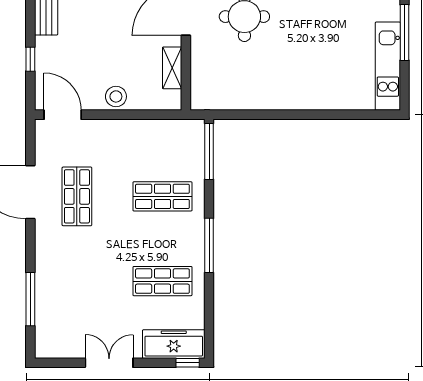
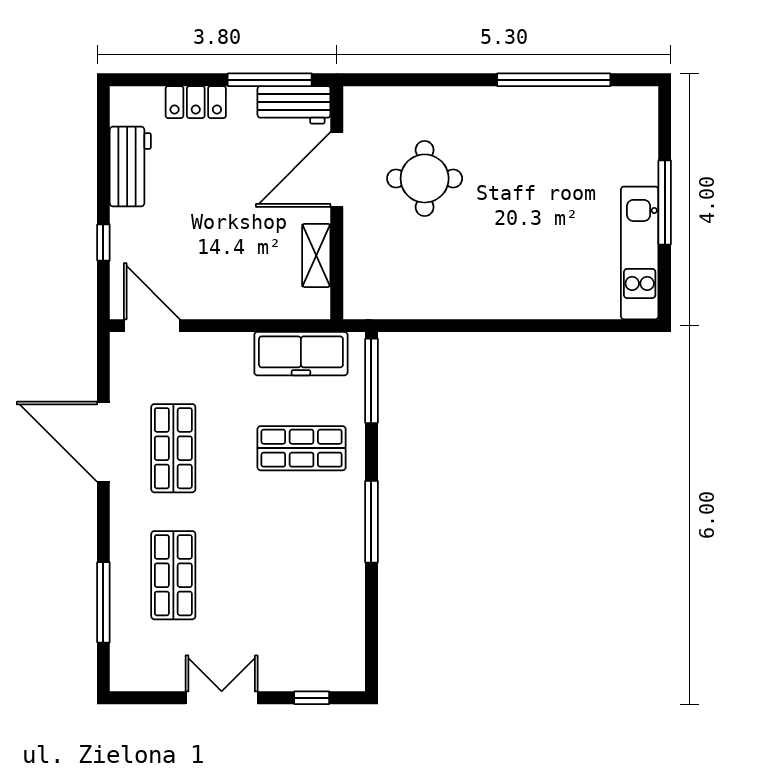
stool: (116, 96) -> (232, 298), removed
shop shelf: (162, 281) -> (173, 575), moved, turned 90
freezer: (174, 344) -> (301, 354), moved, turned 180
window: (188, 363) -> (312, 698), moved

